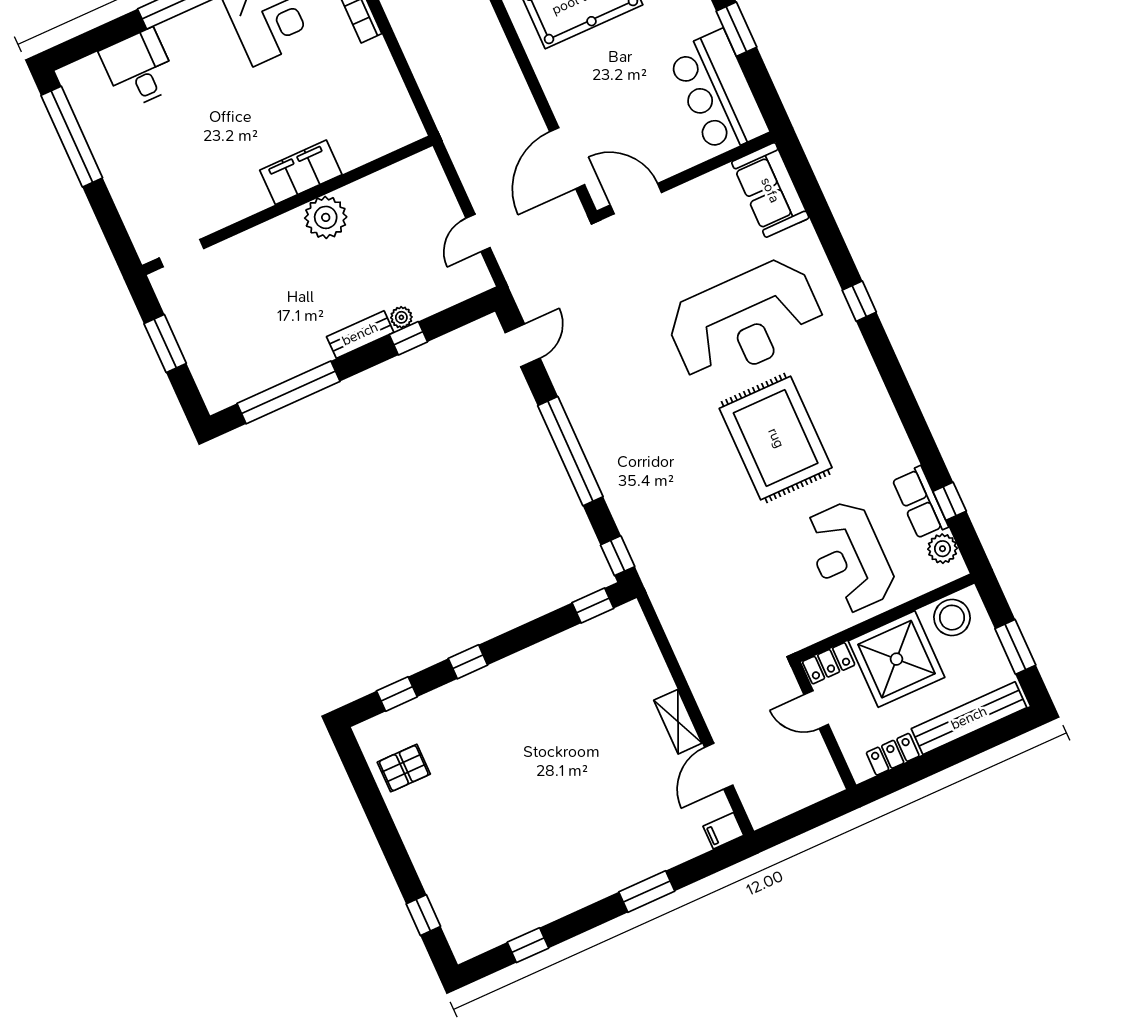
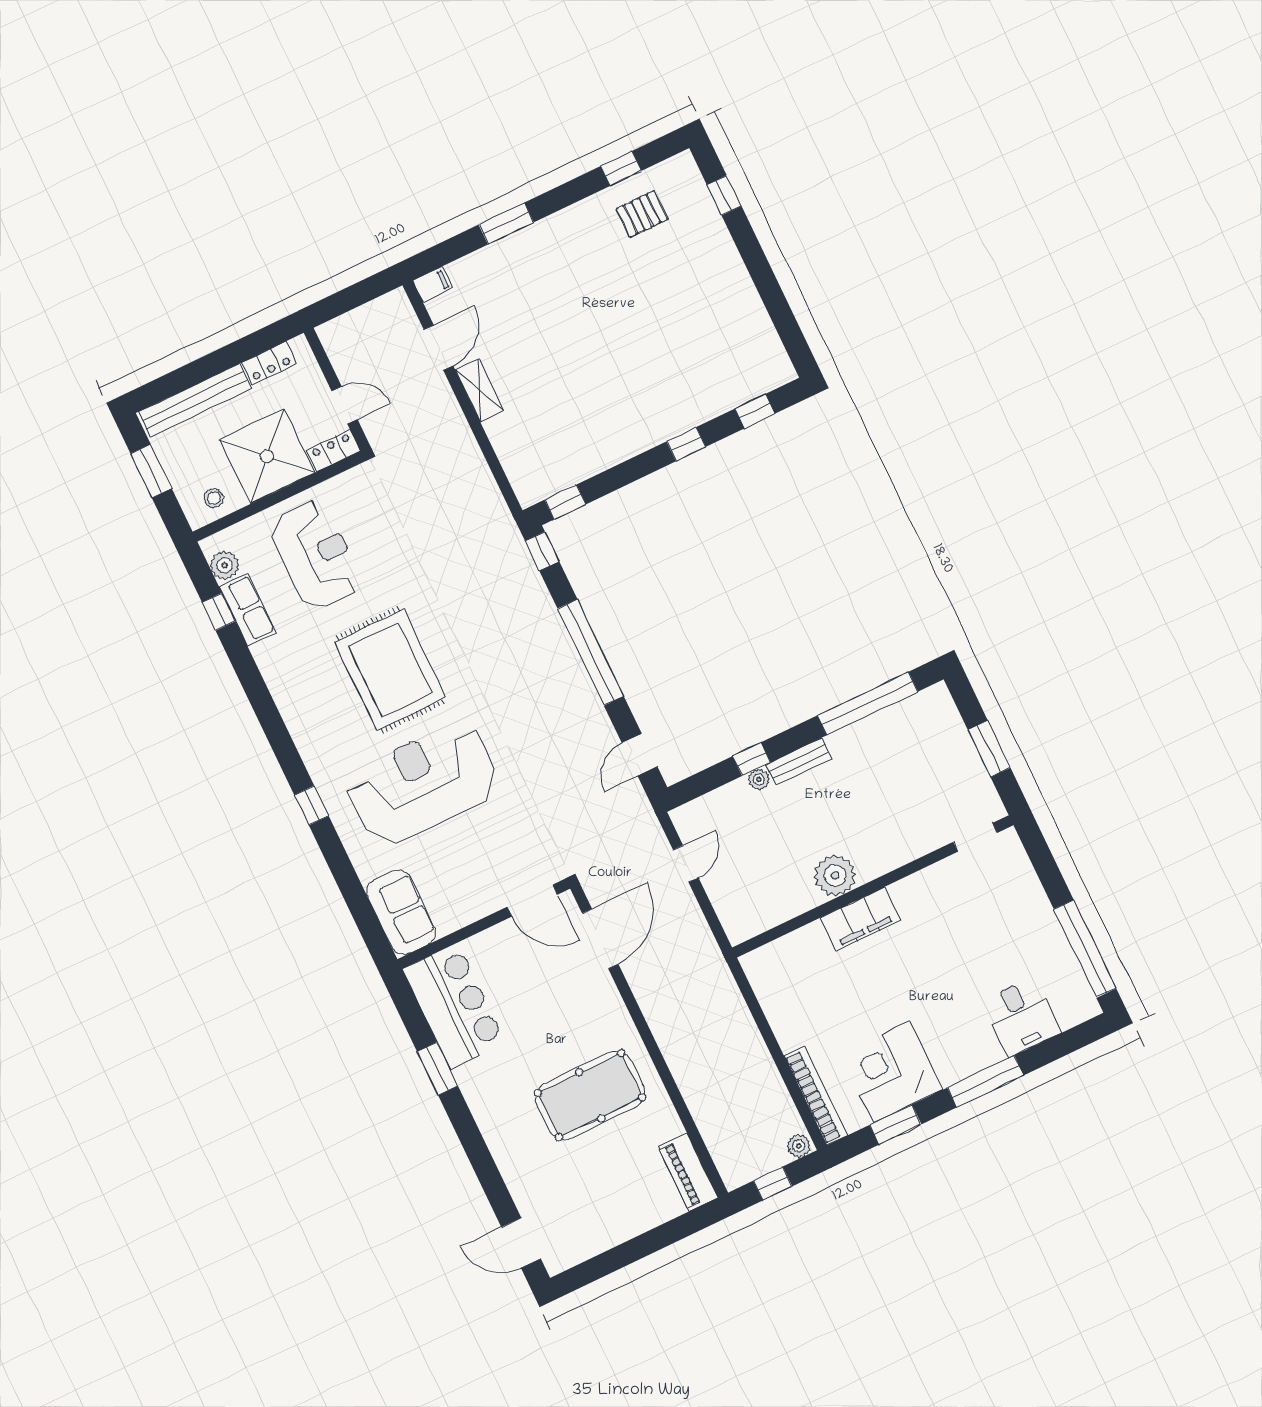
stool: (952, 618) -> (214, 498), width x0.53, depth x0.53
pallet: (404, 768) -> (642, 214), moved

